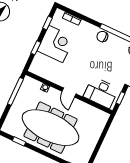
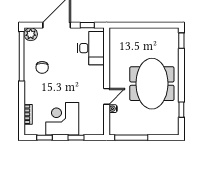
chair: (102, 37) -> (42, 67), moved
door: (69, 93) -> (107, 96), moved
meeting table: (50, 128) -> (152, 84), width x0.73

